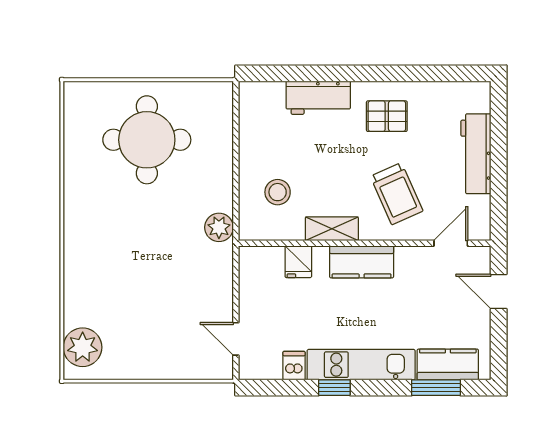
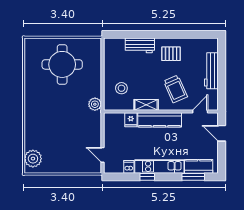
kitchen counter: (362, 262) -> (160, 120), width x1.50

